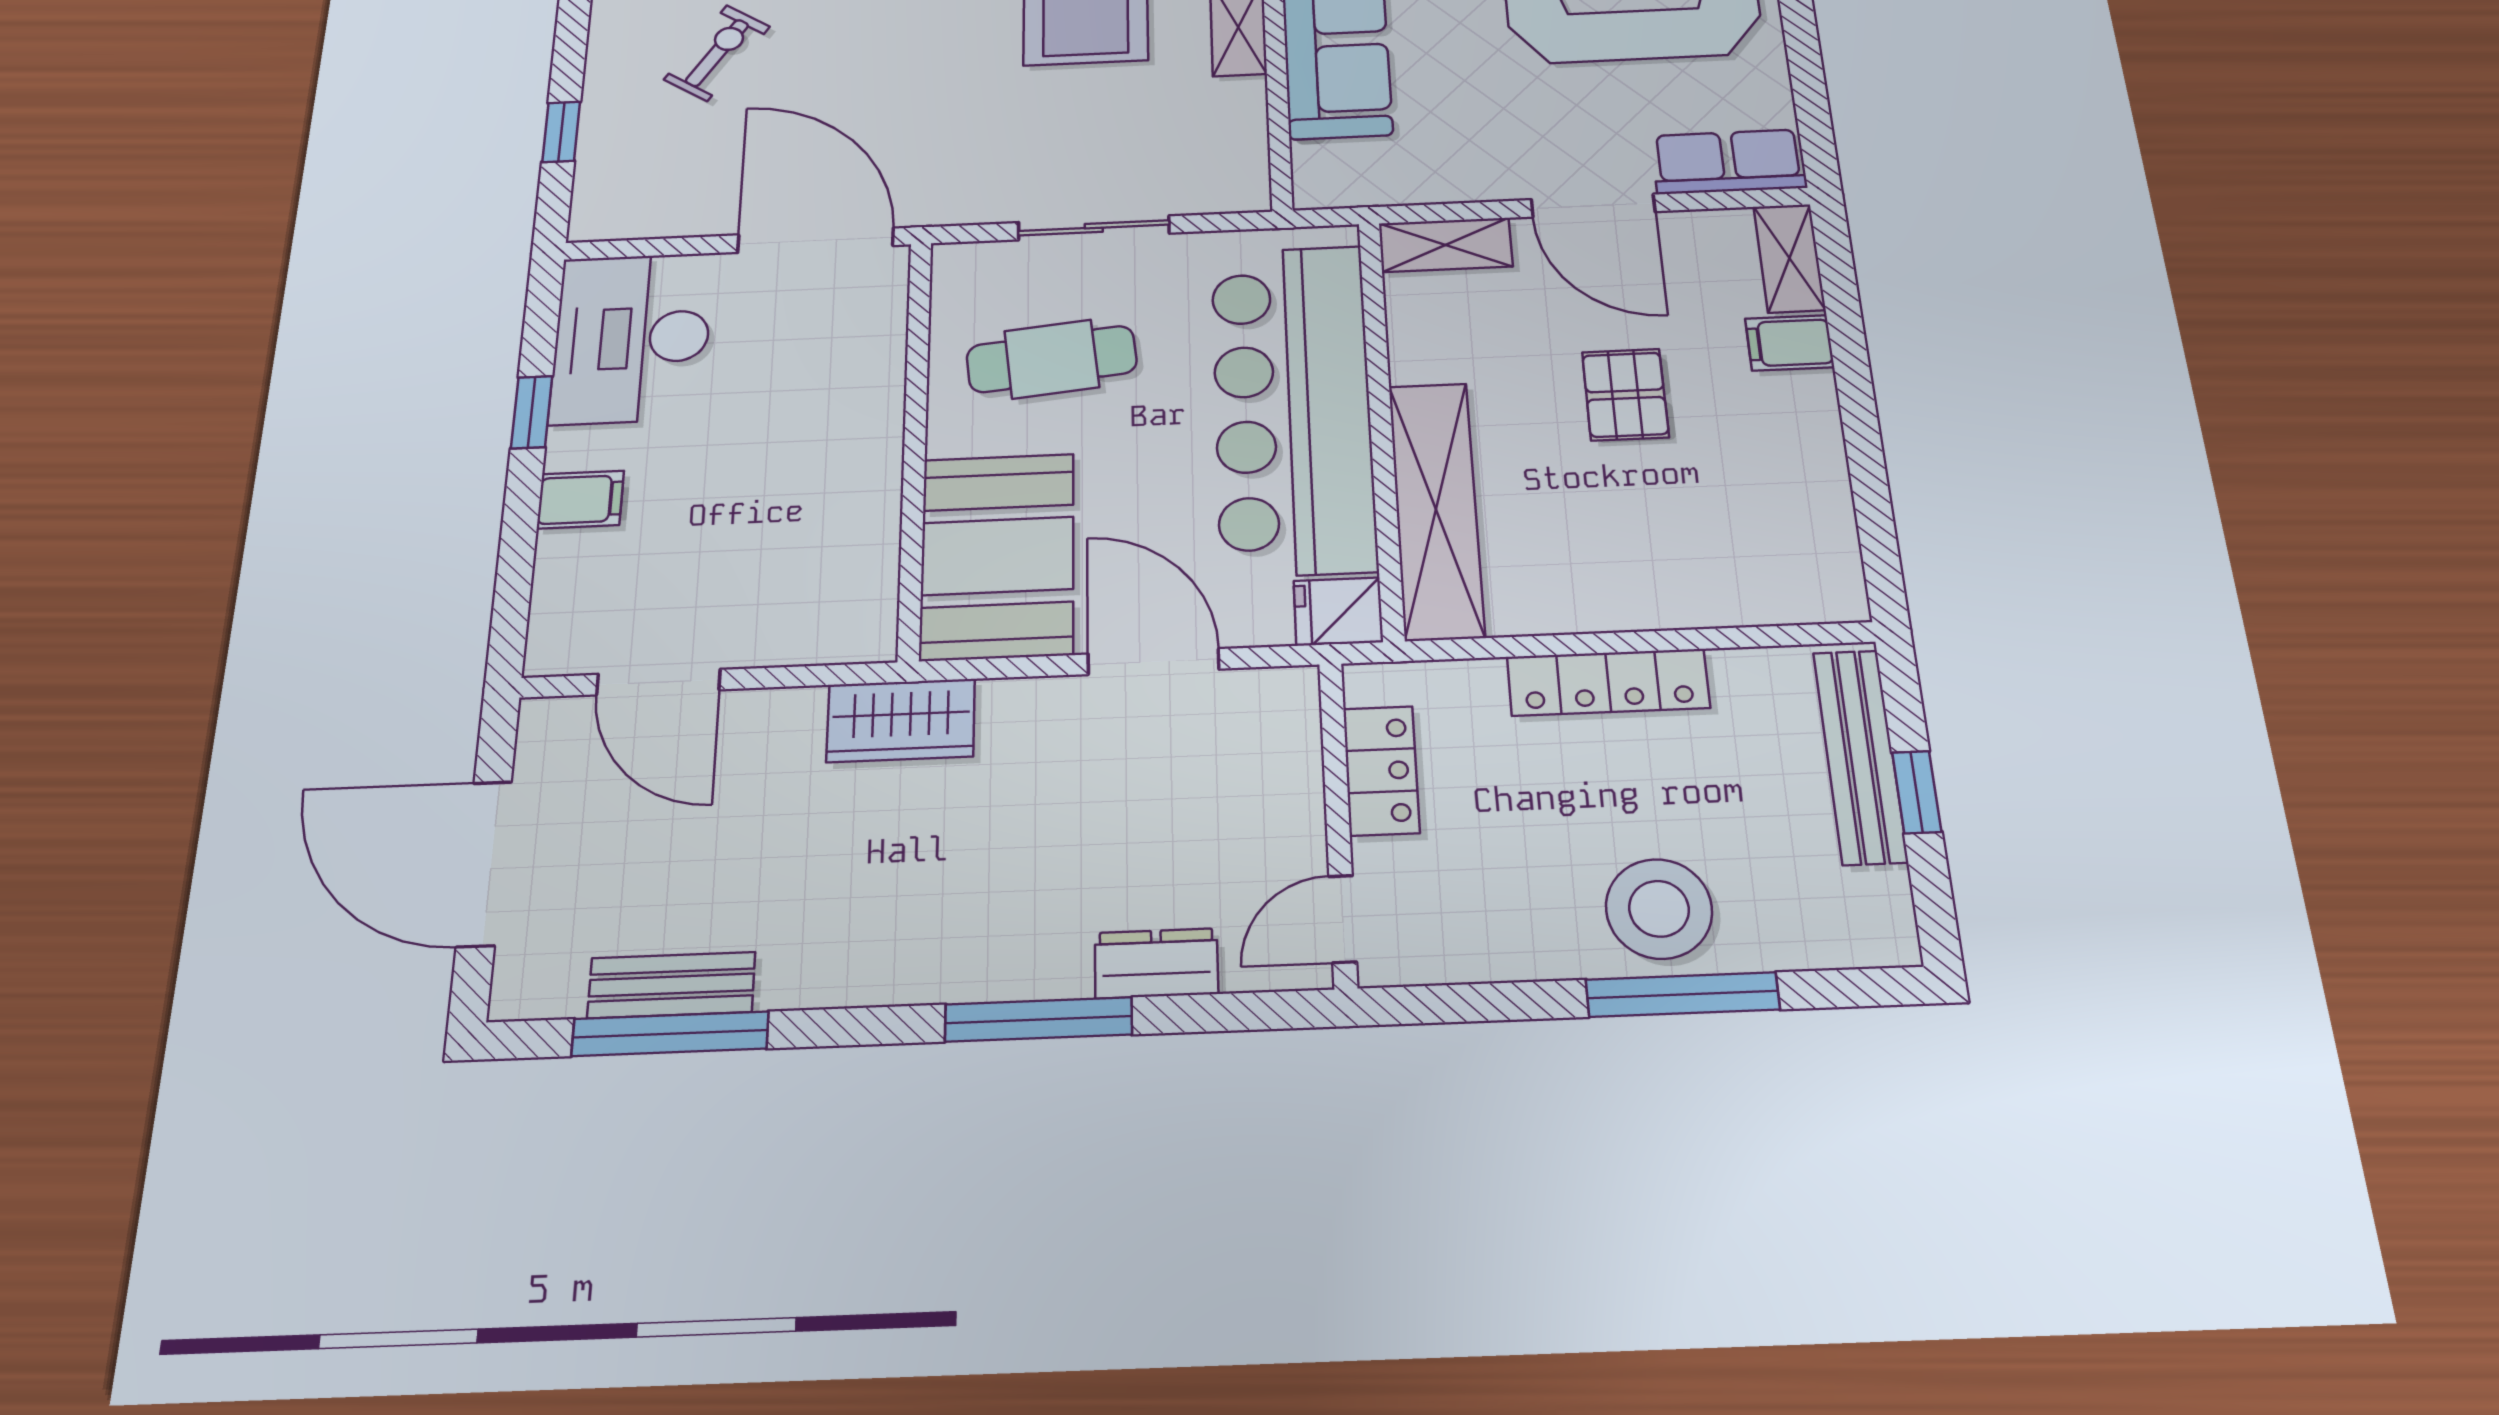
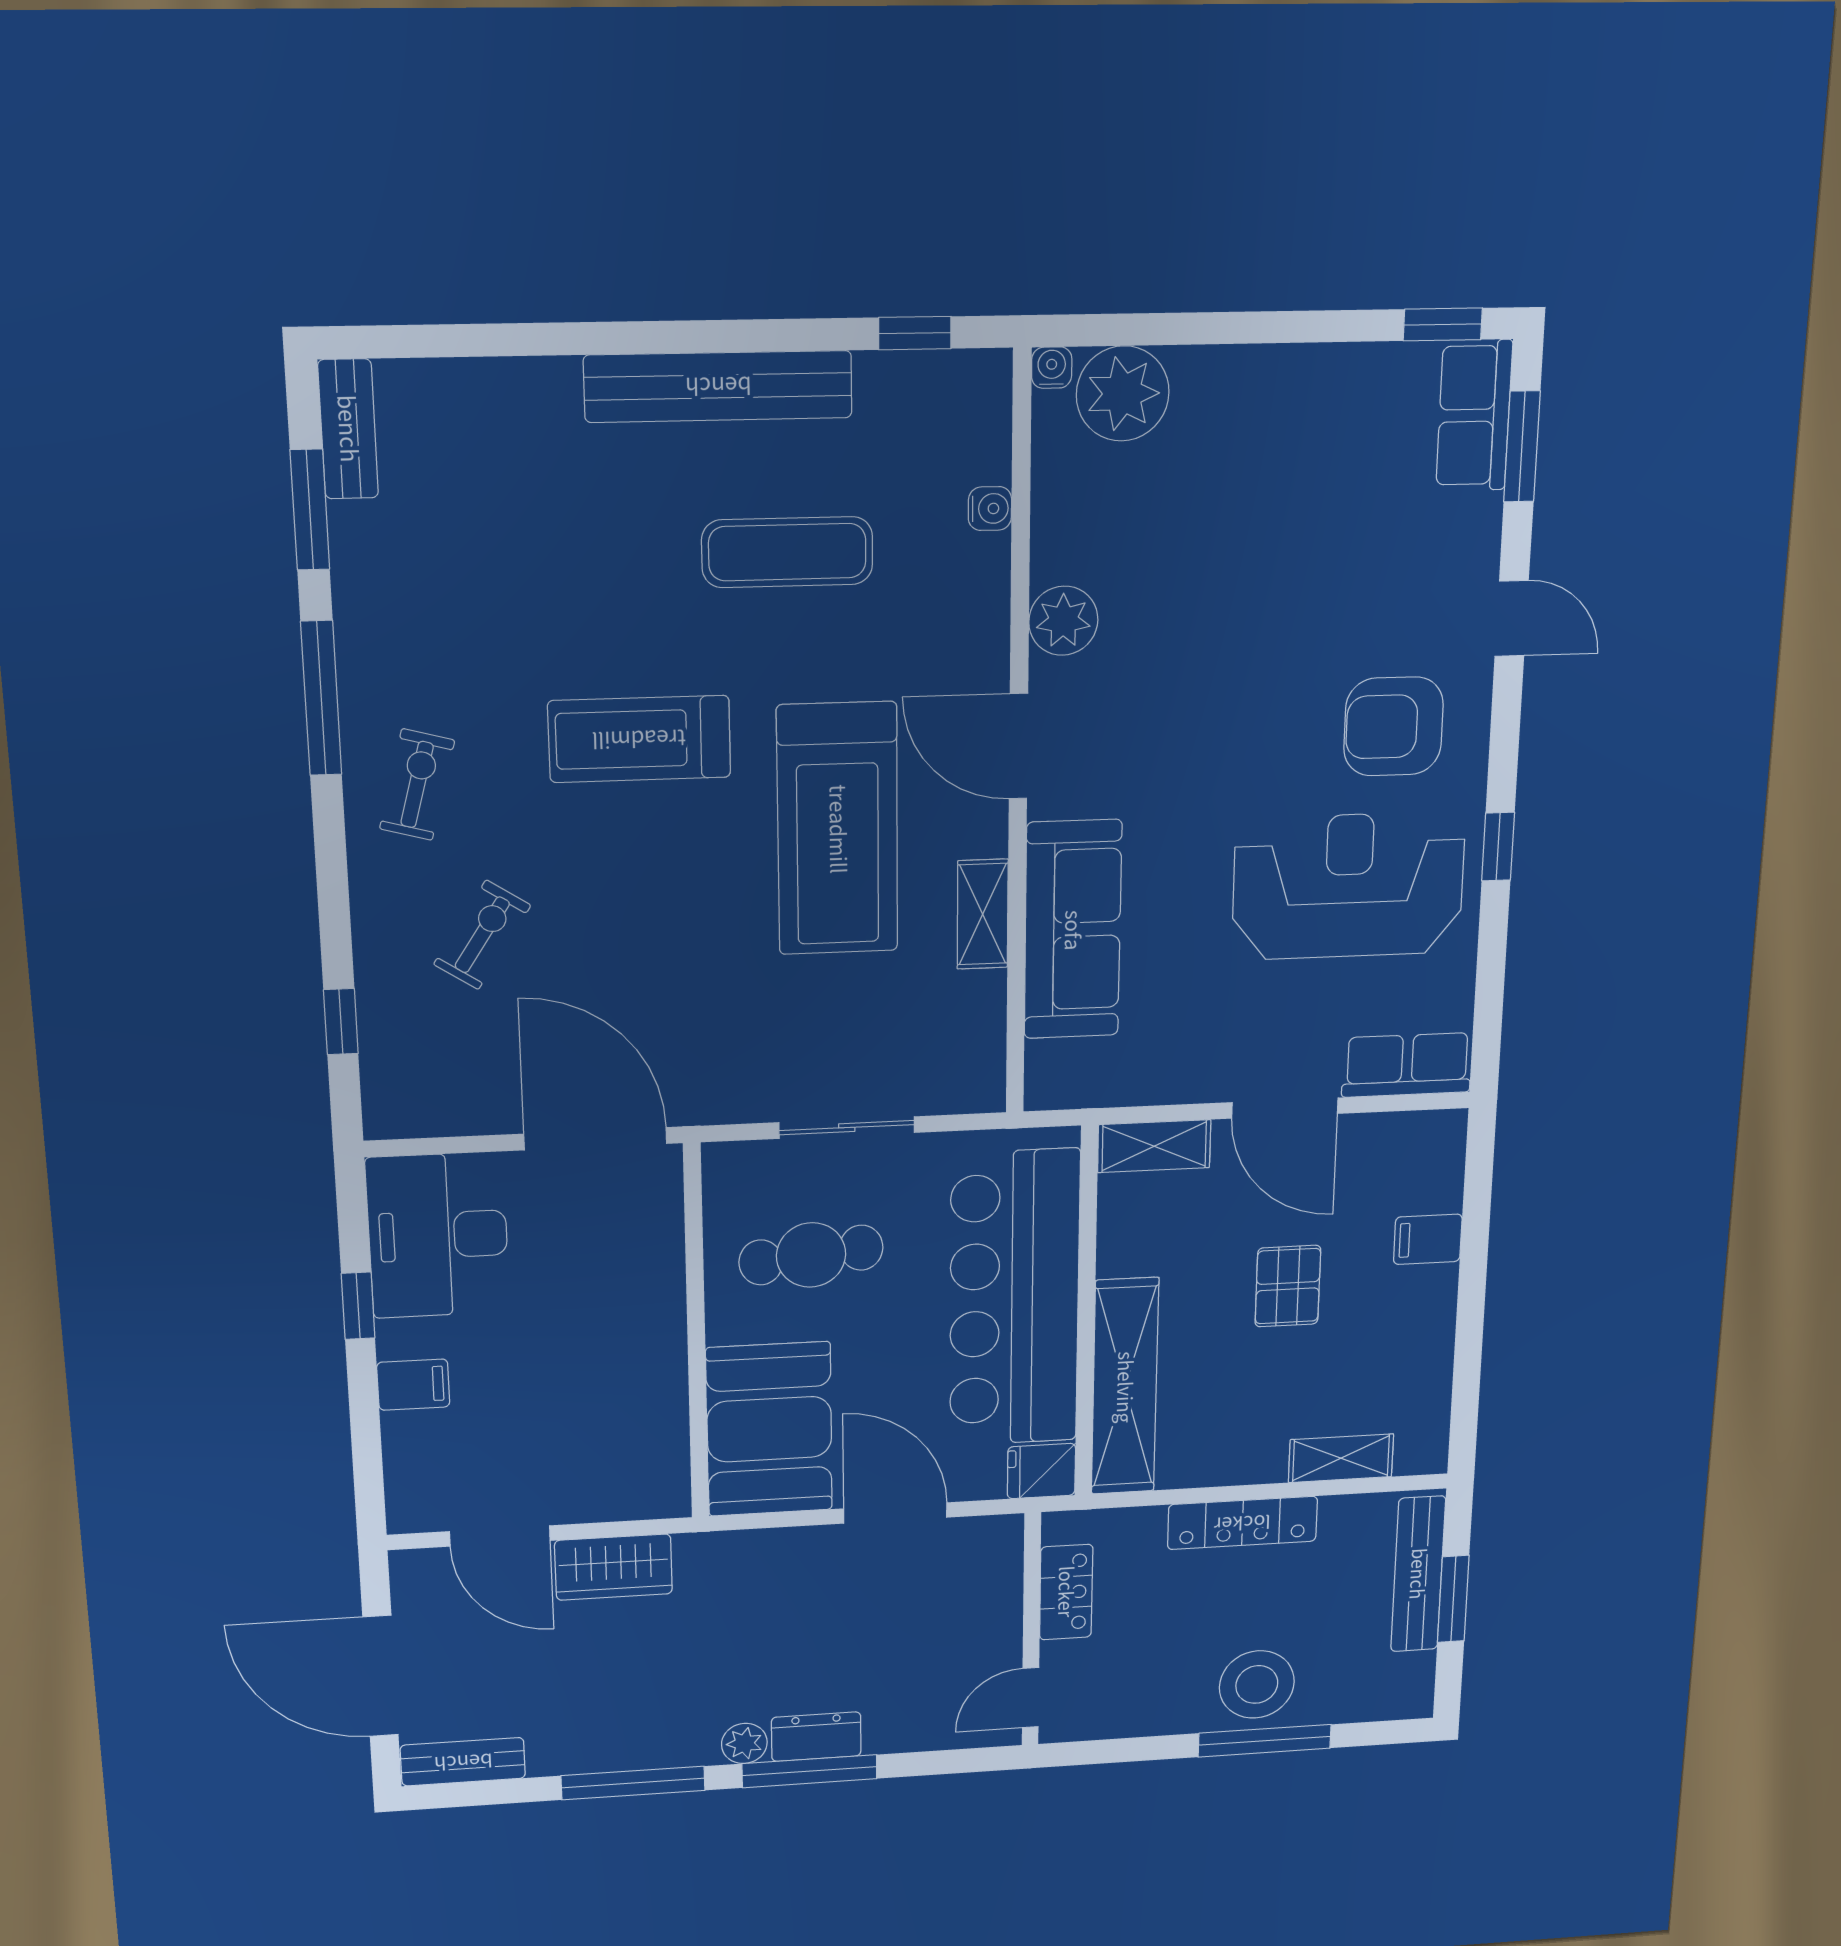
shelving: (1789, 258) -> (1341, 1458), moved, turned 90
wardrobe: (901, 720) -> (614, 1567), moved
window: (1917, 792) -> (1453, 1599), width x1.50
dresser: (1156, 963) -> (816, 1737), moved
plant: (950, 974) -> (744, 1743), added
bench: (671, 985) -> (463, 1762), moved
window: (670, 1034) -> (633, 1783), moved

